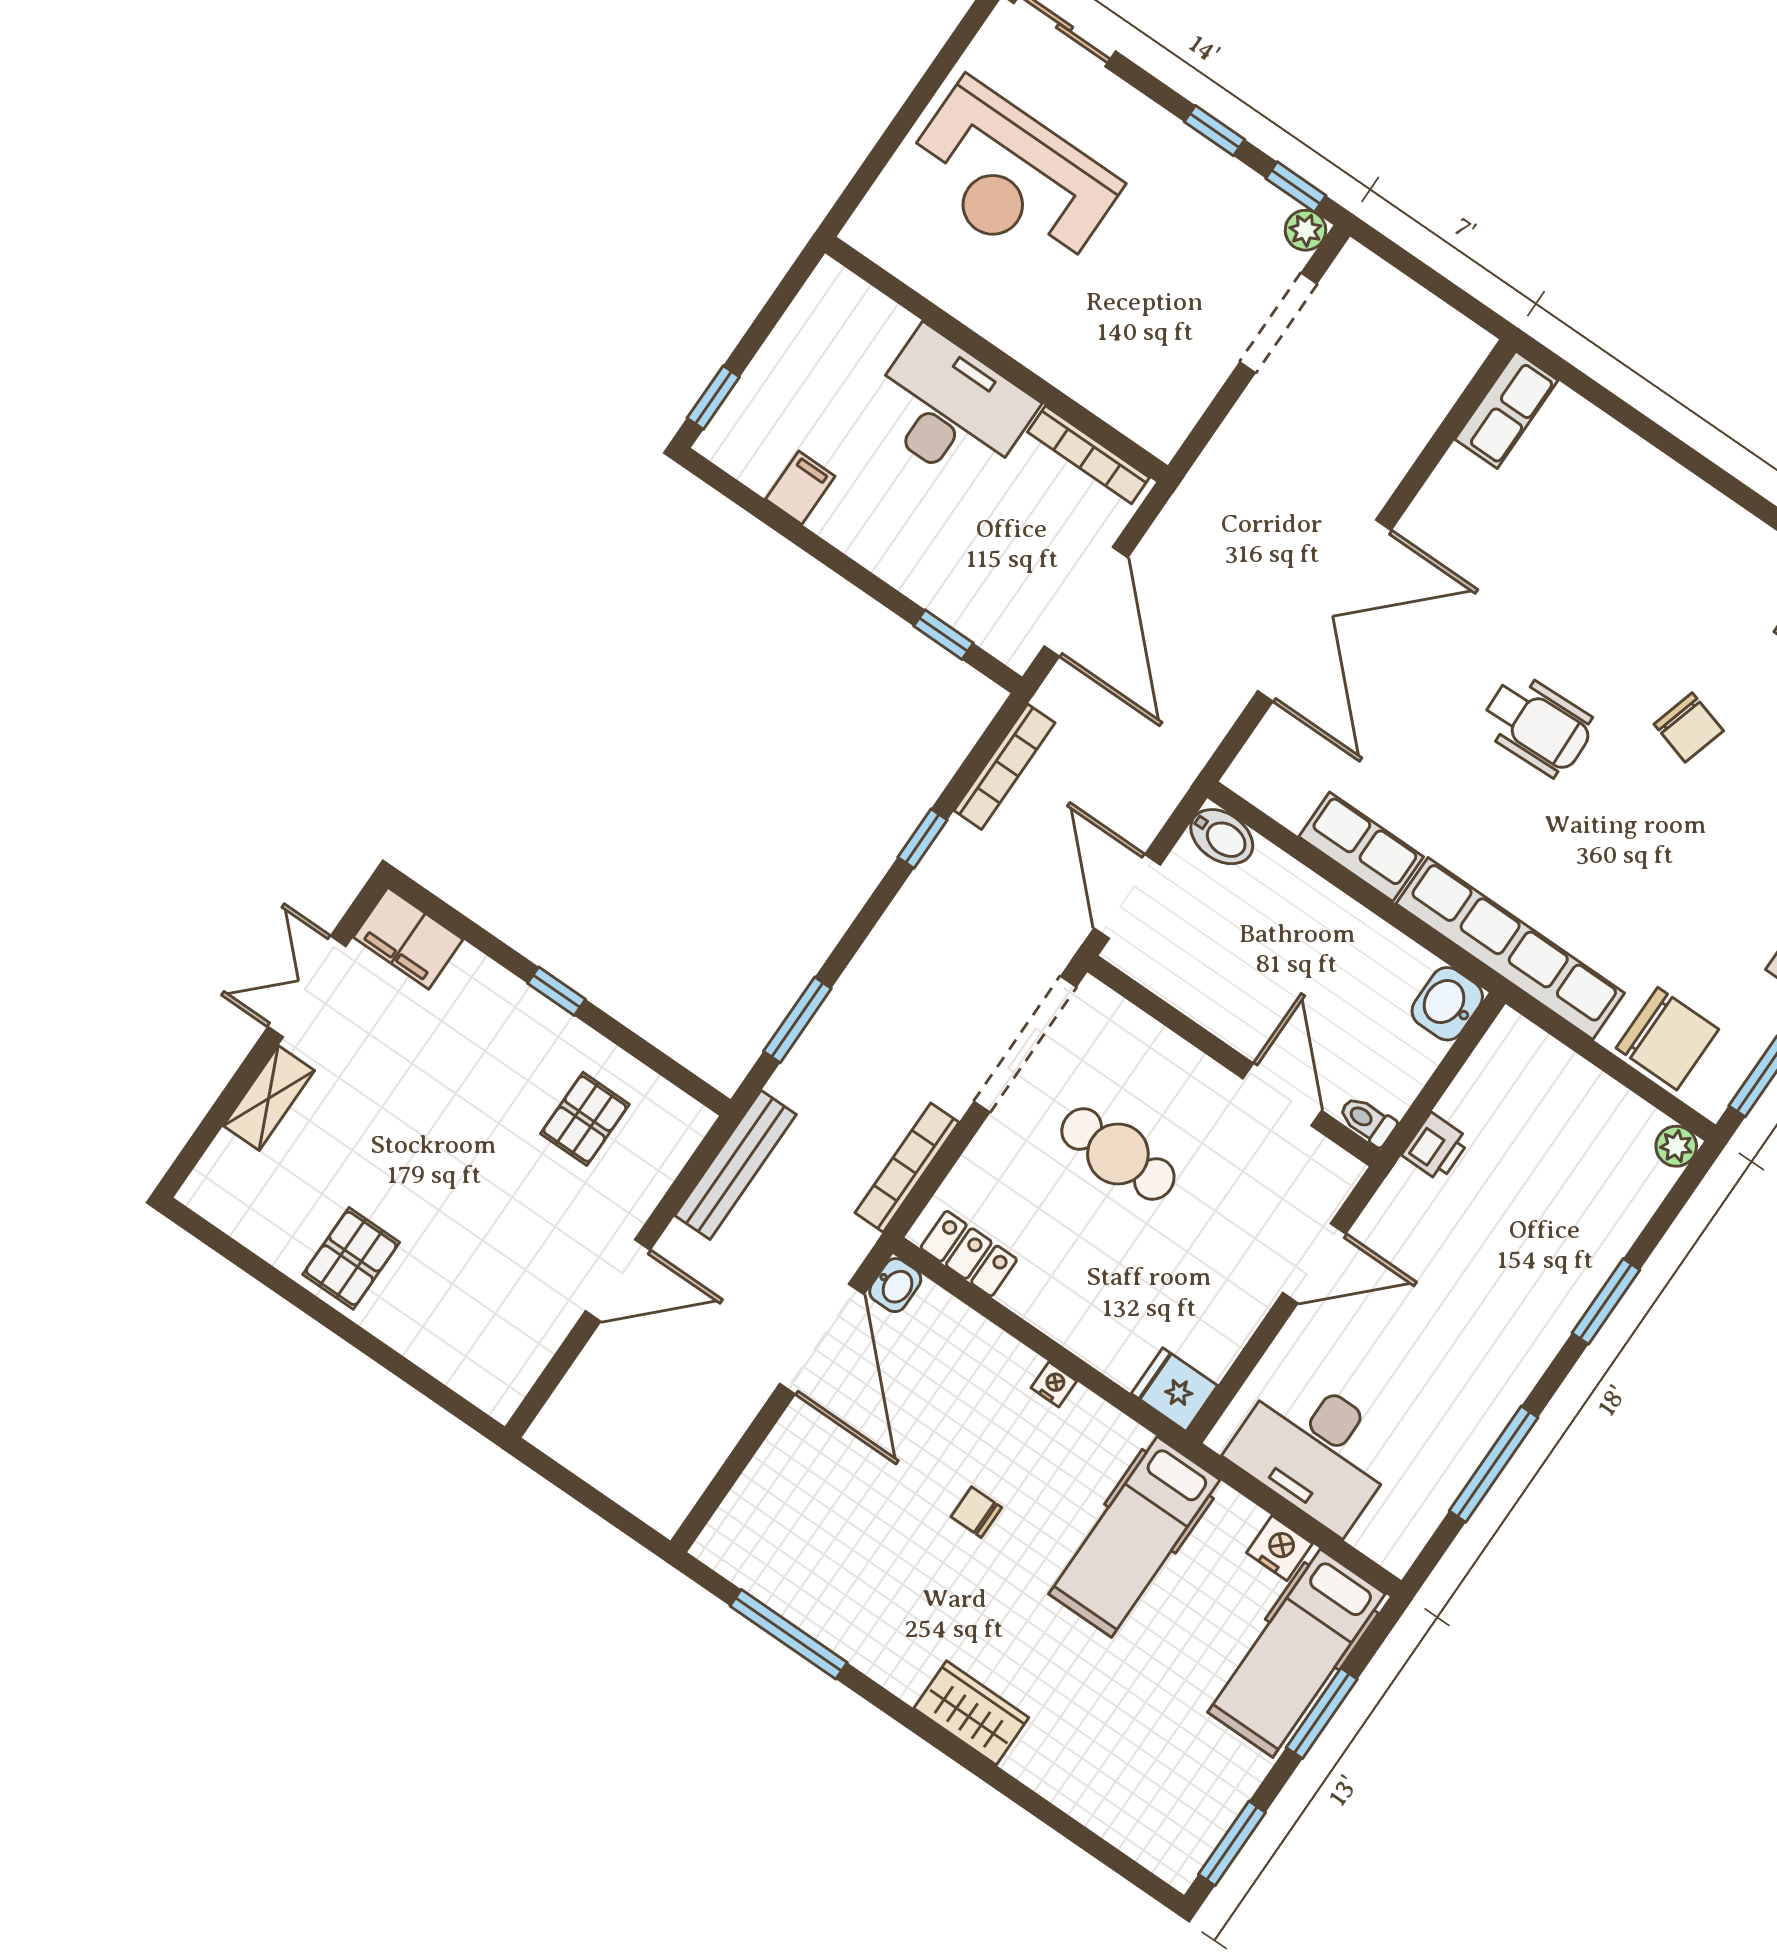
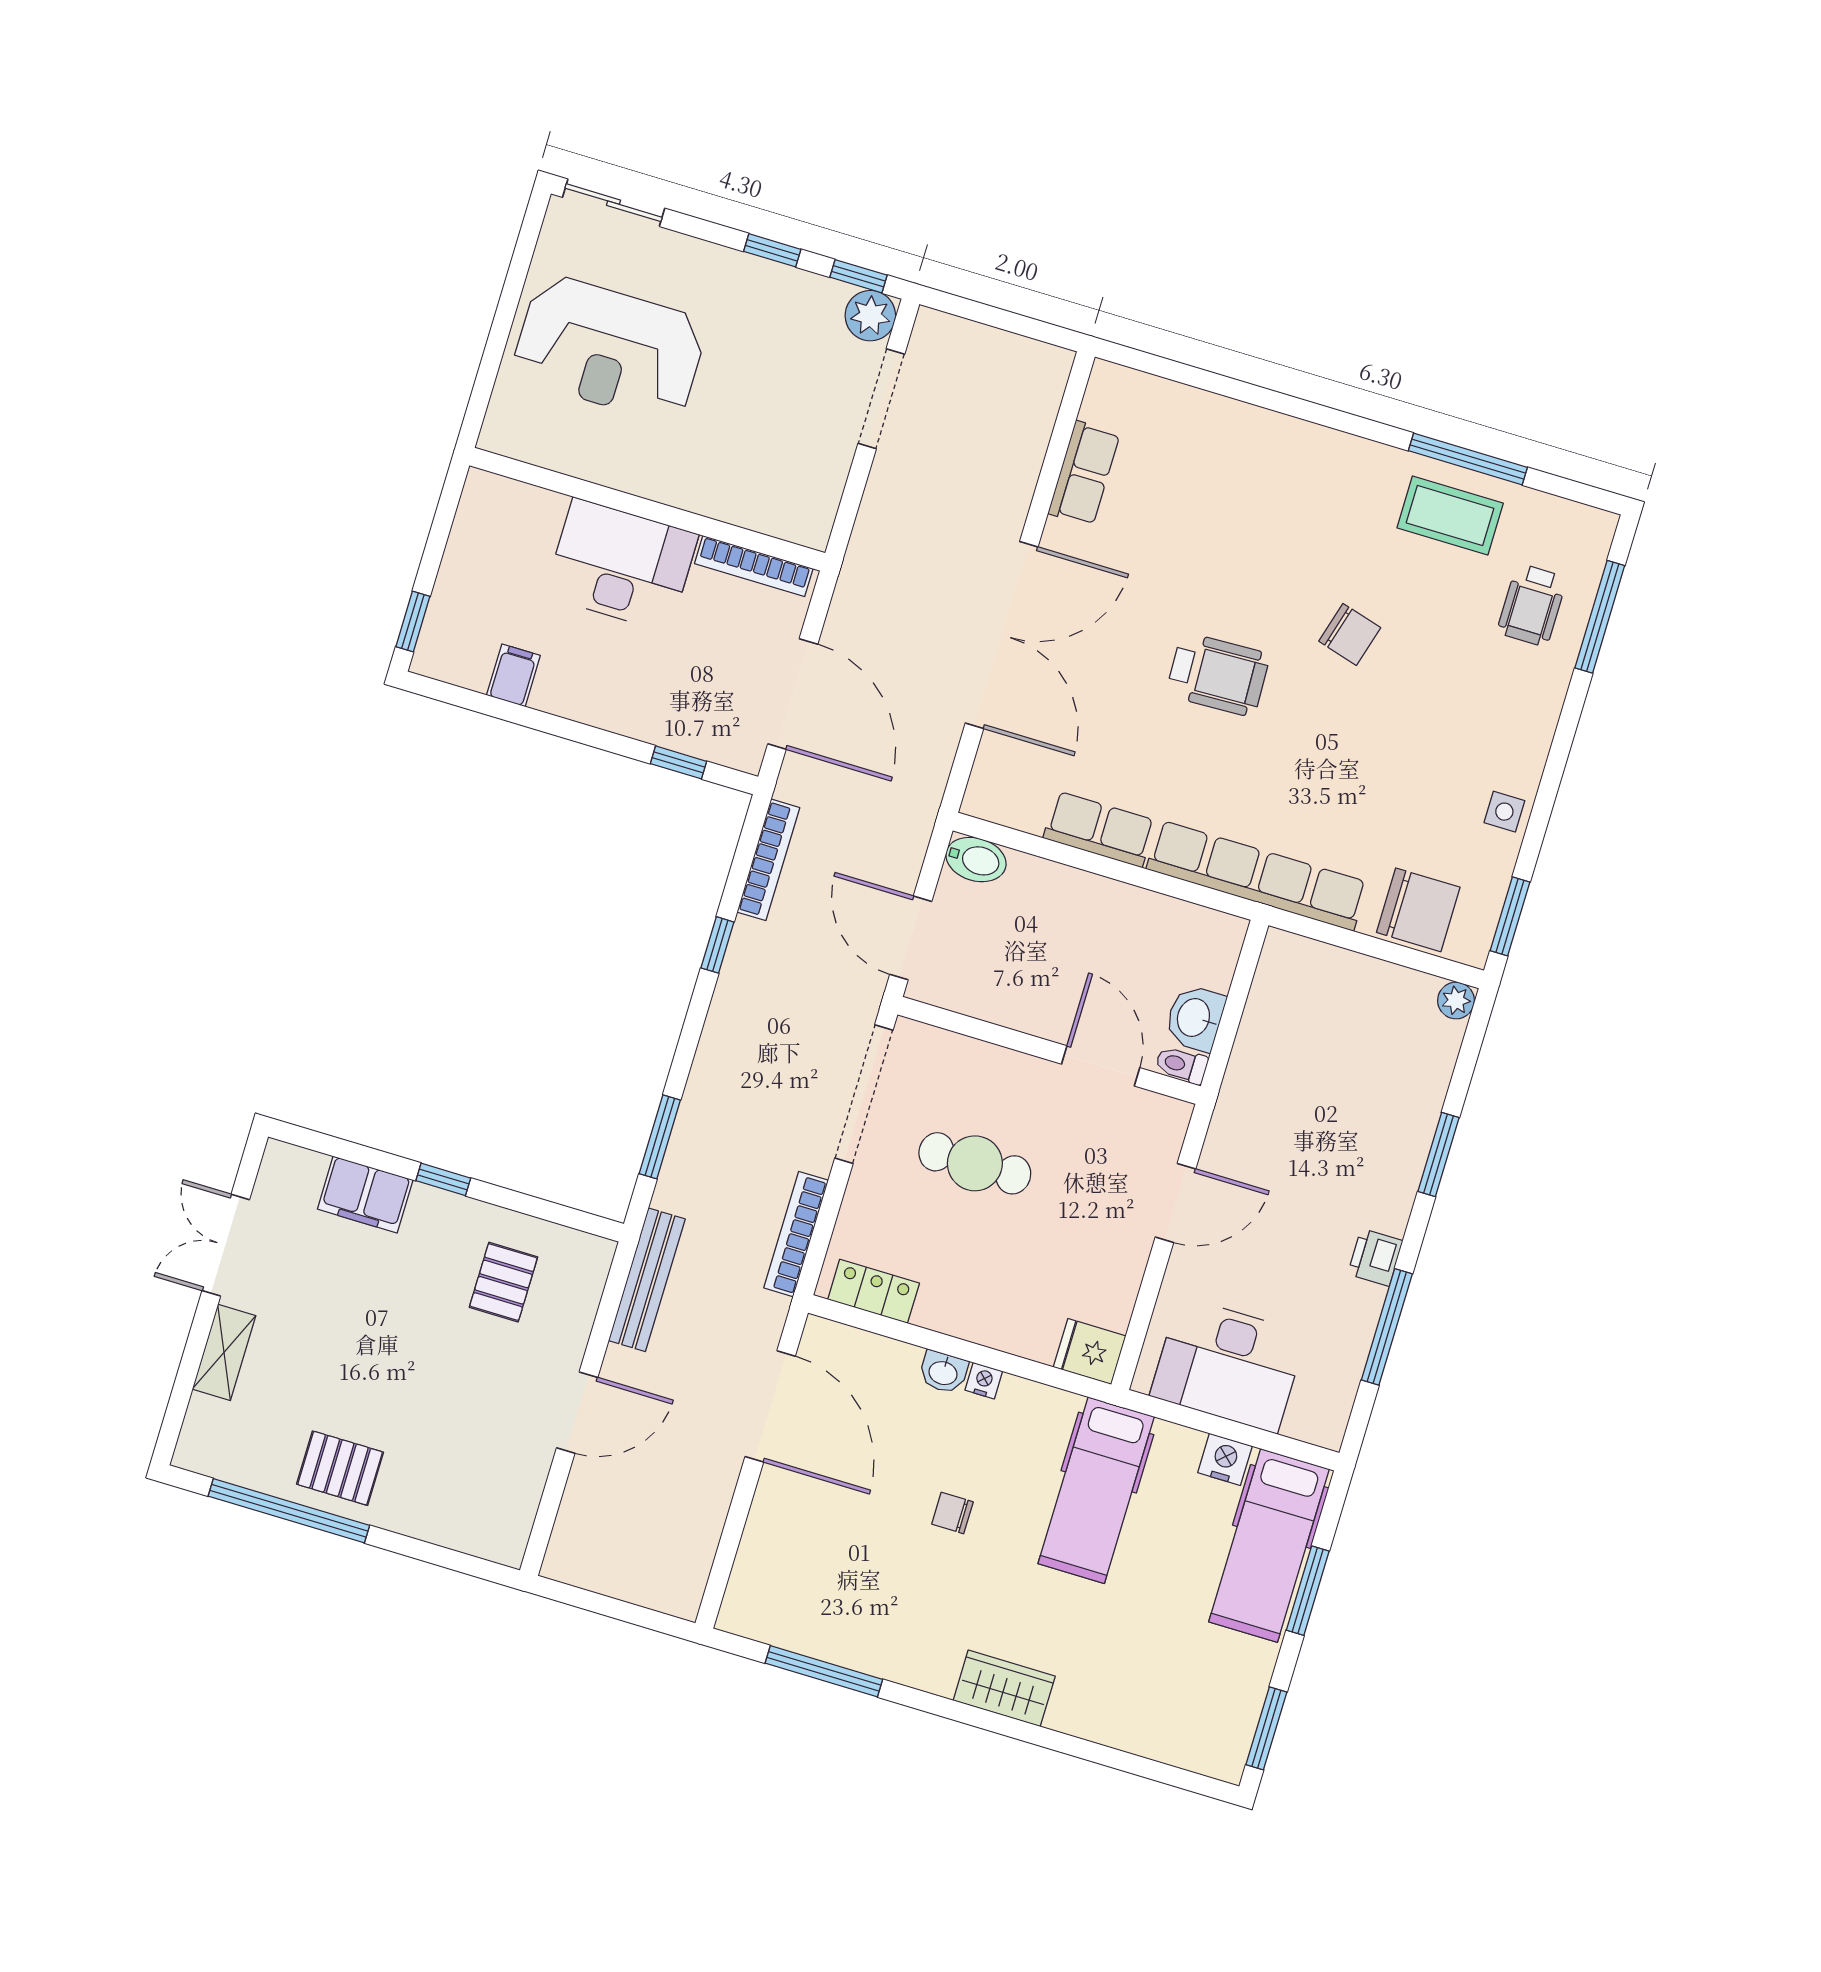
plant: (1306, 230) -> (870, 316), width x1.38, depth x1.38
row of seats: (1506, 410) -> (1084, 473), moved
filing cabinet: (408, 938) -> (365, 1195), moved
washbasin: (1447, 1004) -> (1195, 1018), moved
printer: (1436, 1147) -> (1375, 1257), moved, turned 180
pallet: (351, 1258) -> (340, 1468), turned 90
washbasin: (895, 1285) -> (943, 1372), moved, turned 90
window: (283, 1286) -> (289, 1511), added

